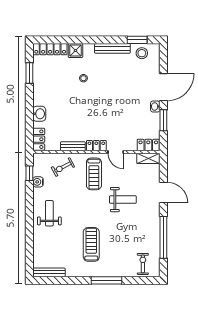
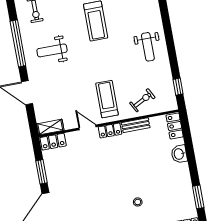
washbasin: (155, 106) -> (53, 185), removed
water cooler: (38, 182) -> (167, 79), removed
weight bench: (123, 200) -> (52, 50), moved

